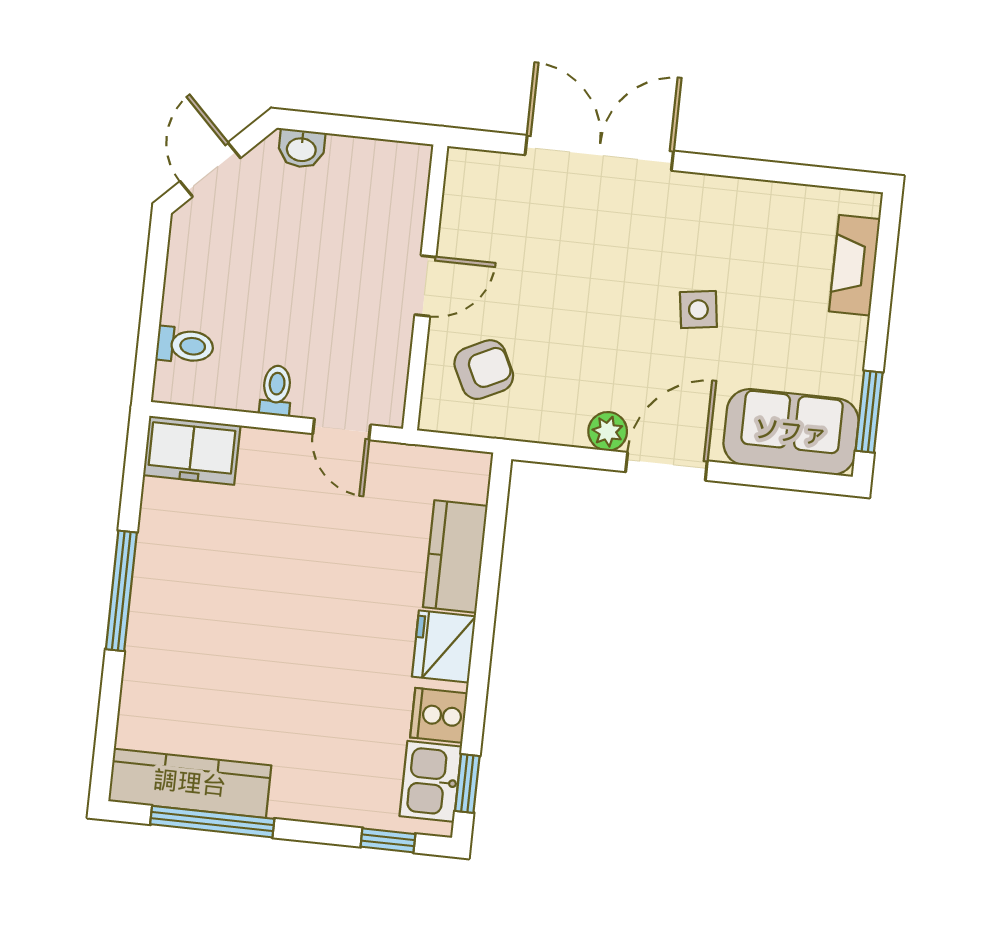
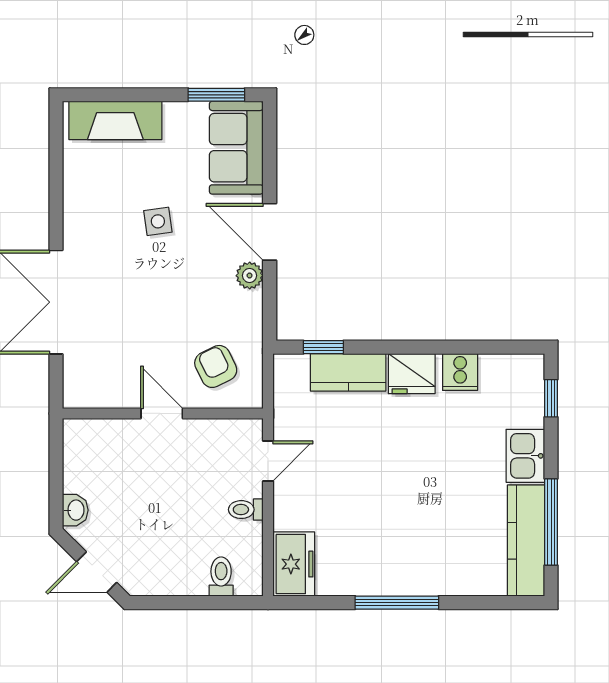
fireplace: (855, 265) -> (115, 120), width x1.37, depth x1.32
kitchen sink: (431, 781) -> (525, 456), moved, turned 90
window: (467, 783) -> (323, 347), moved

